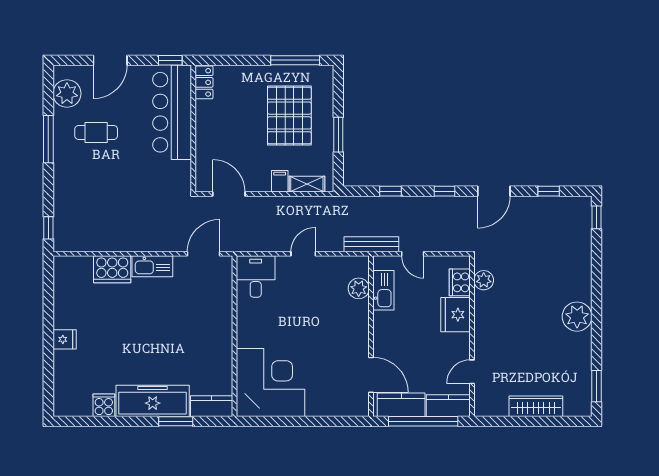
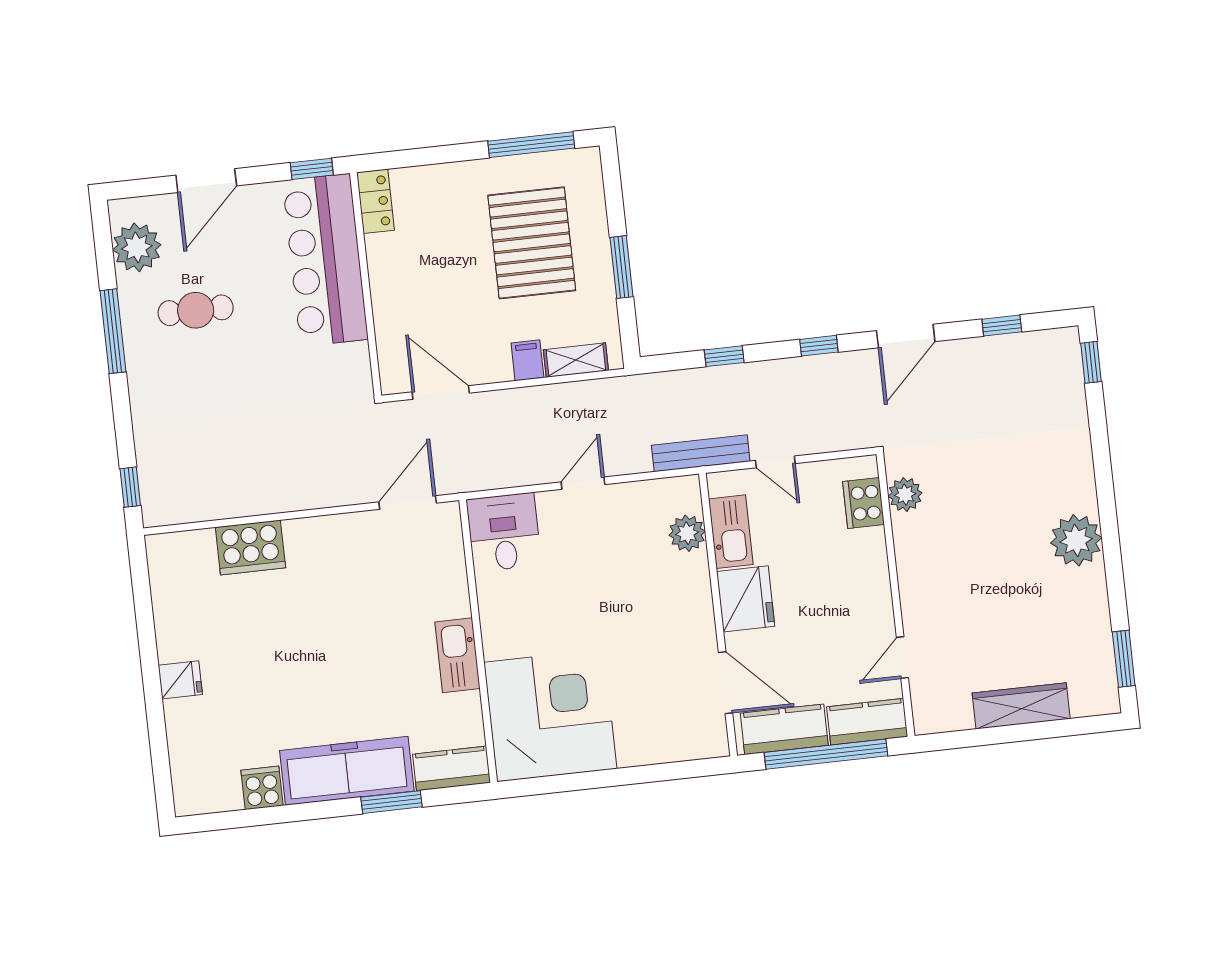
kitchen sink: (152, 266) -> (457, 655), moved, turned 90
fridge: (456, 315) -> (746, 599), moved, turned 180

